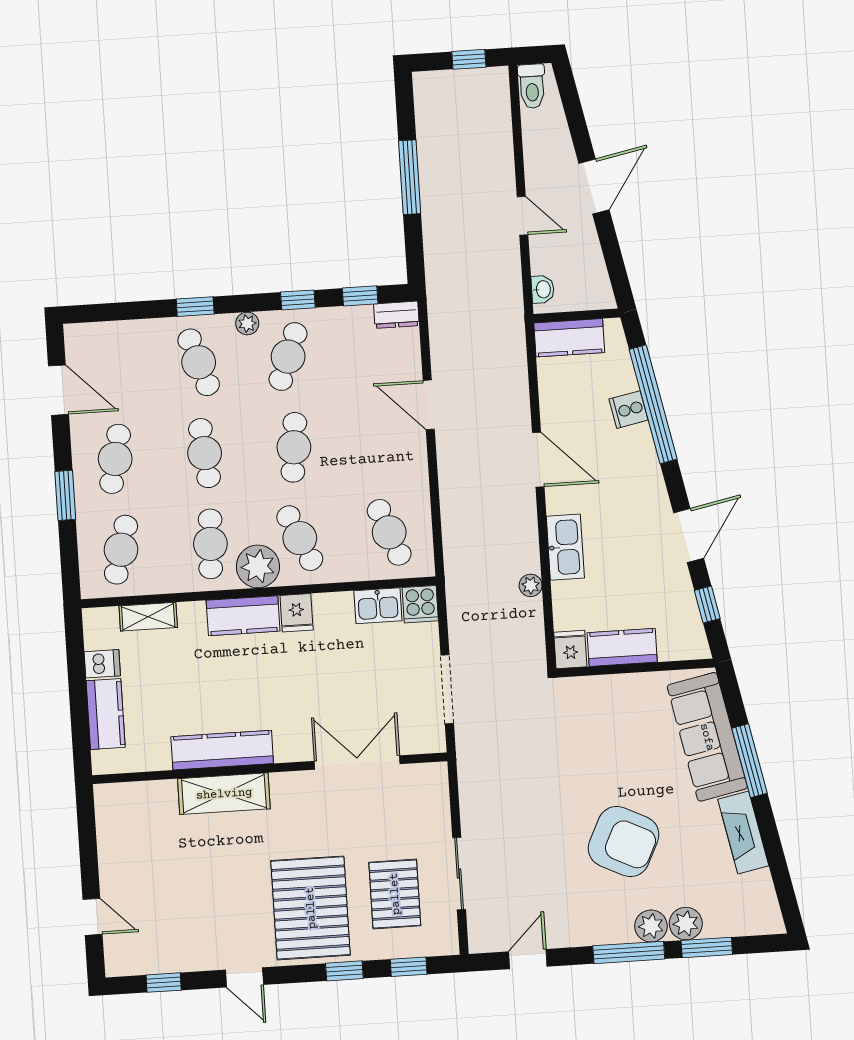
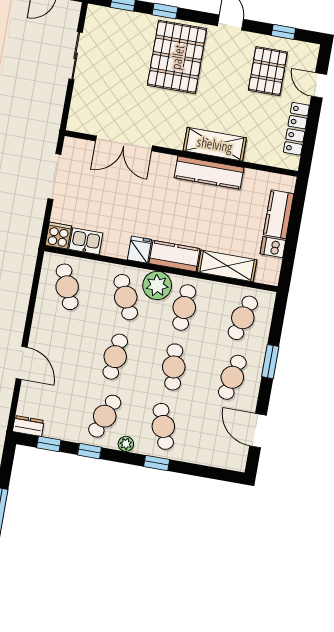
shelving: (148, 617) -> (227, 266), width x1.50, depth x1.33
locker: (110, 845) -> (296, 129), added
pallet: (395, 894) -> (268, 71), moved

